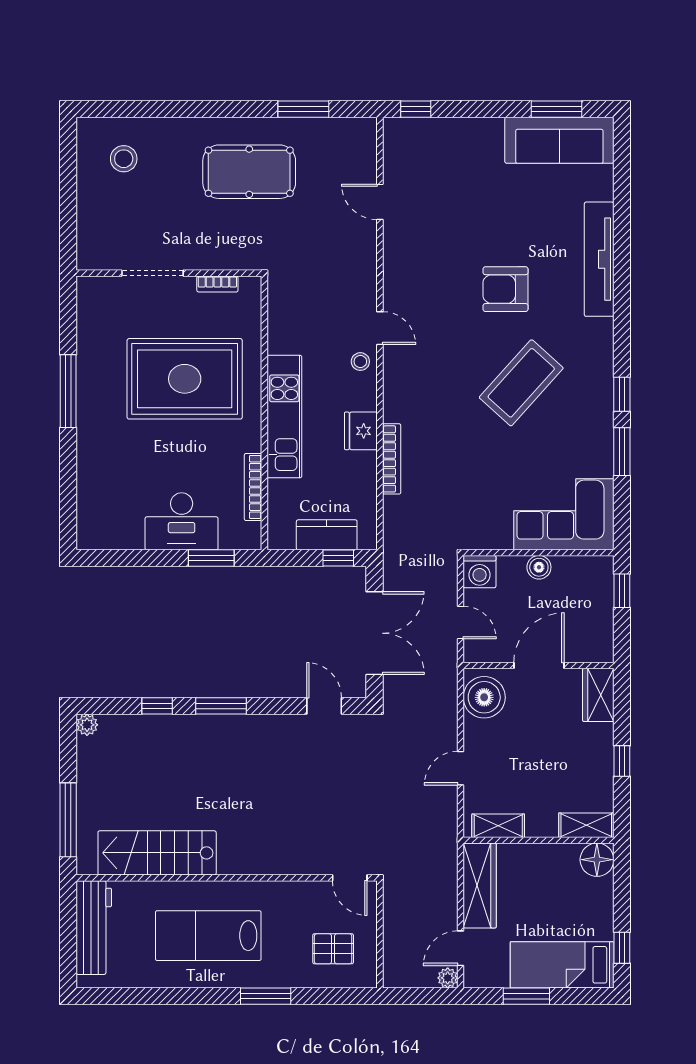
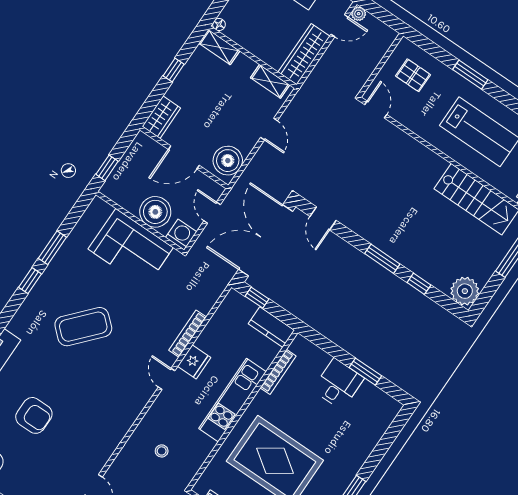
armchair: (505, 289) -> (34, 415), moved
door: (380, 328) -> (167, 379), moved
stool: (360, 362) -> (162, 451), moved
corner sofa: (564, 514) -> (131, 248), moved
desk: (182, 521) -> (338, 384), width x0.73
kitchen counter: (327, 535) -> (271, 327), moved
window: (211, 558) -> (365, 372), moved
boiler: (539, 567) -> (155, 212), width x1.86, depth x1.86
double door: (375, 633) -> (266, 240), width x1.36
plant: (87, 725) -> (465, 291), width x1.88, depth x1.88
door: (461, 768) -> (269, 129), hinge flipped
floor lamp: (597, 860) -> (219, 25), width x0.53, depth x0.53

